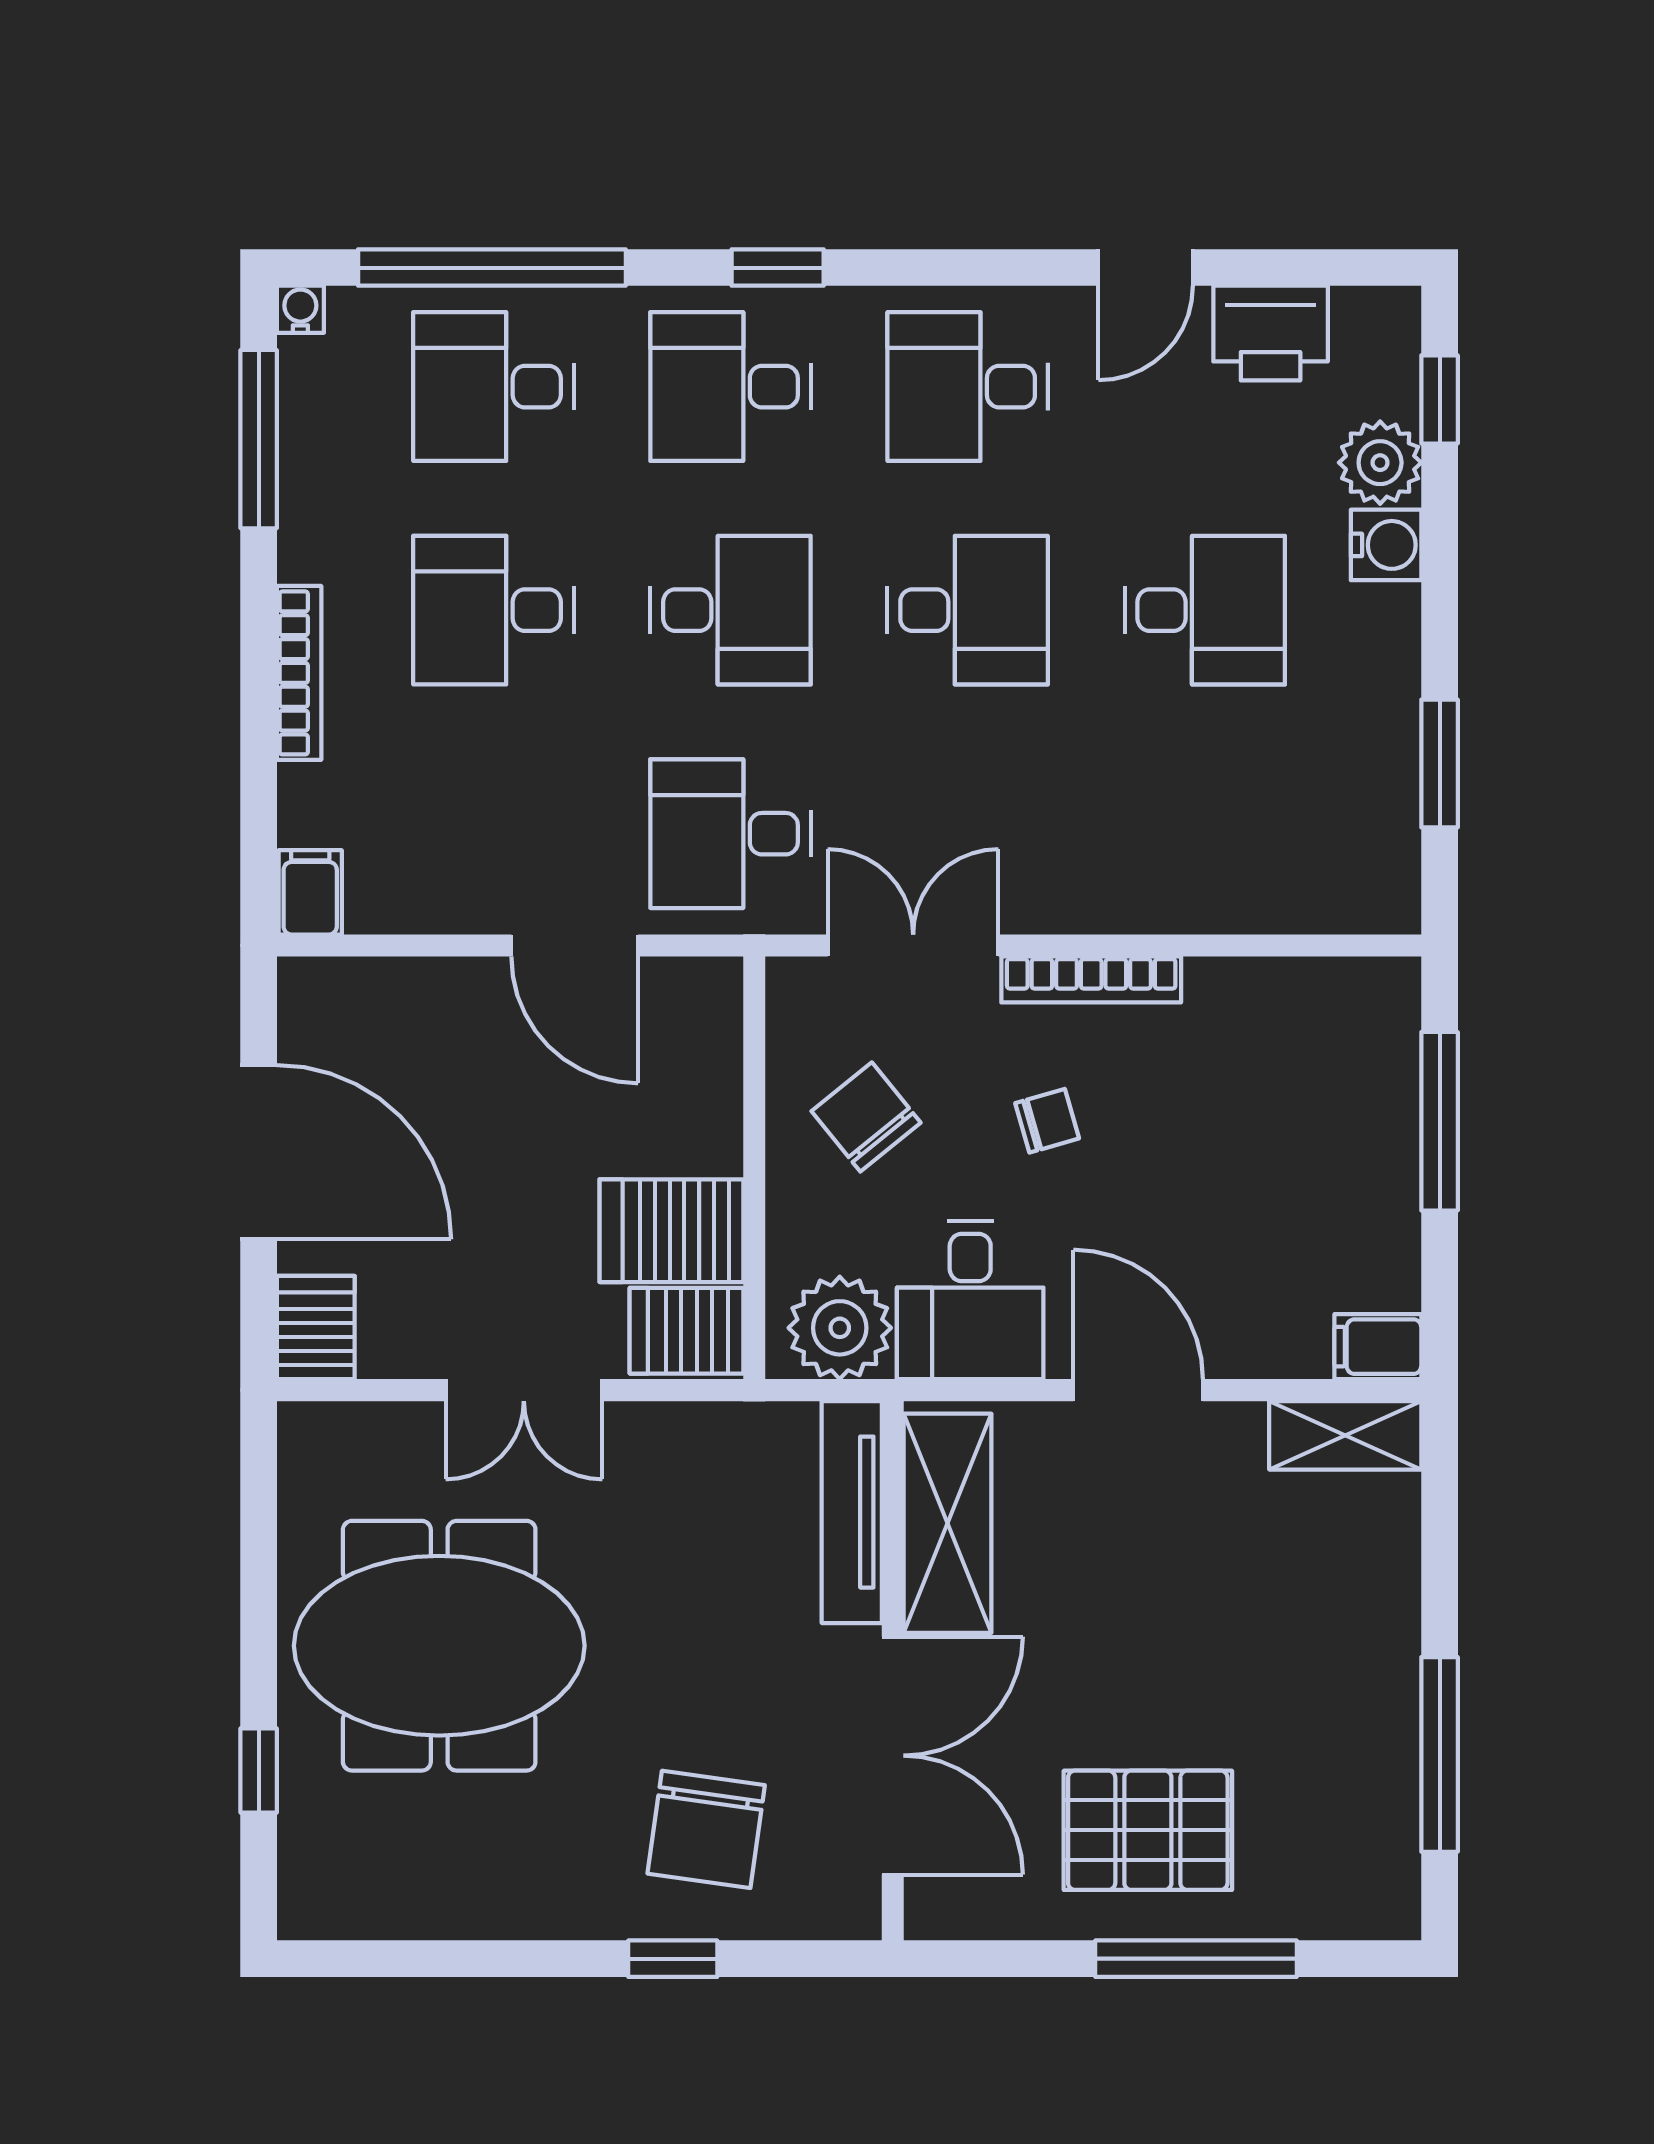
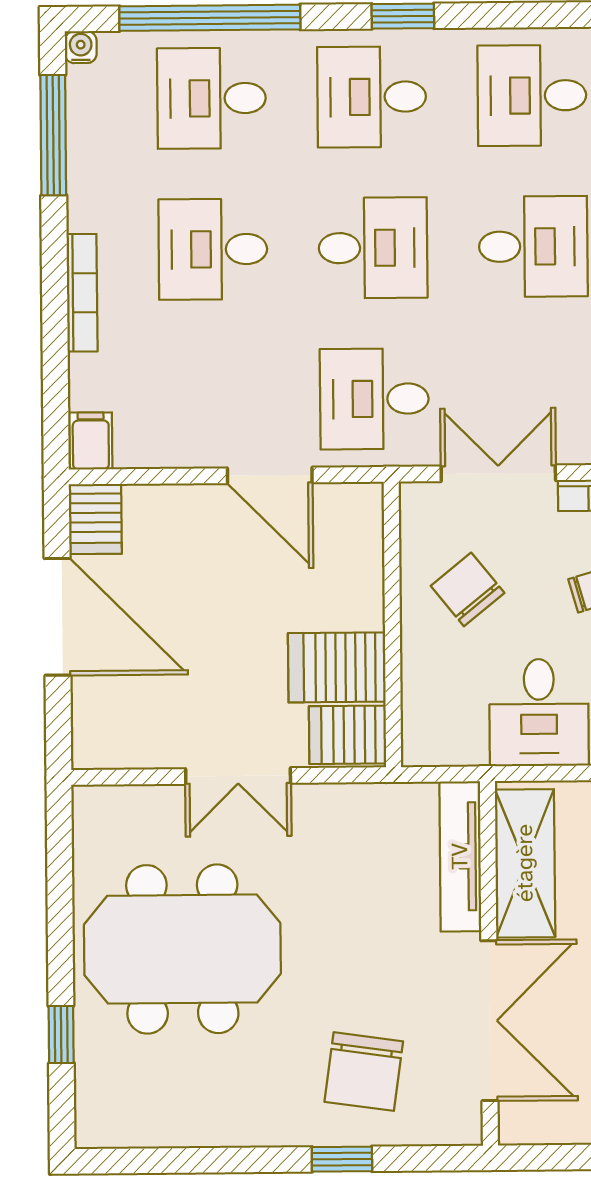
server rack: (316, 1328) -> (95, 519), moved, turned 180
plant: (840, 1328) -> (451, 732), removed

